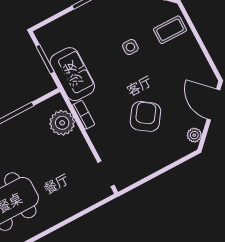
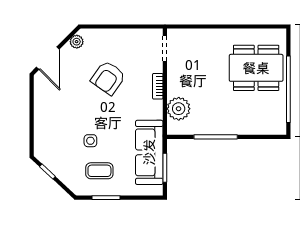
coffee table: (170, 30) -> (99, 171), moved
sofa: (72, 74) -> (149, 152), width x1.36
bookcase: (84, 115) -> (158, 86), moved

